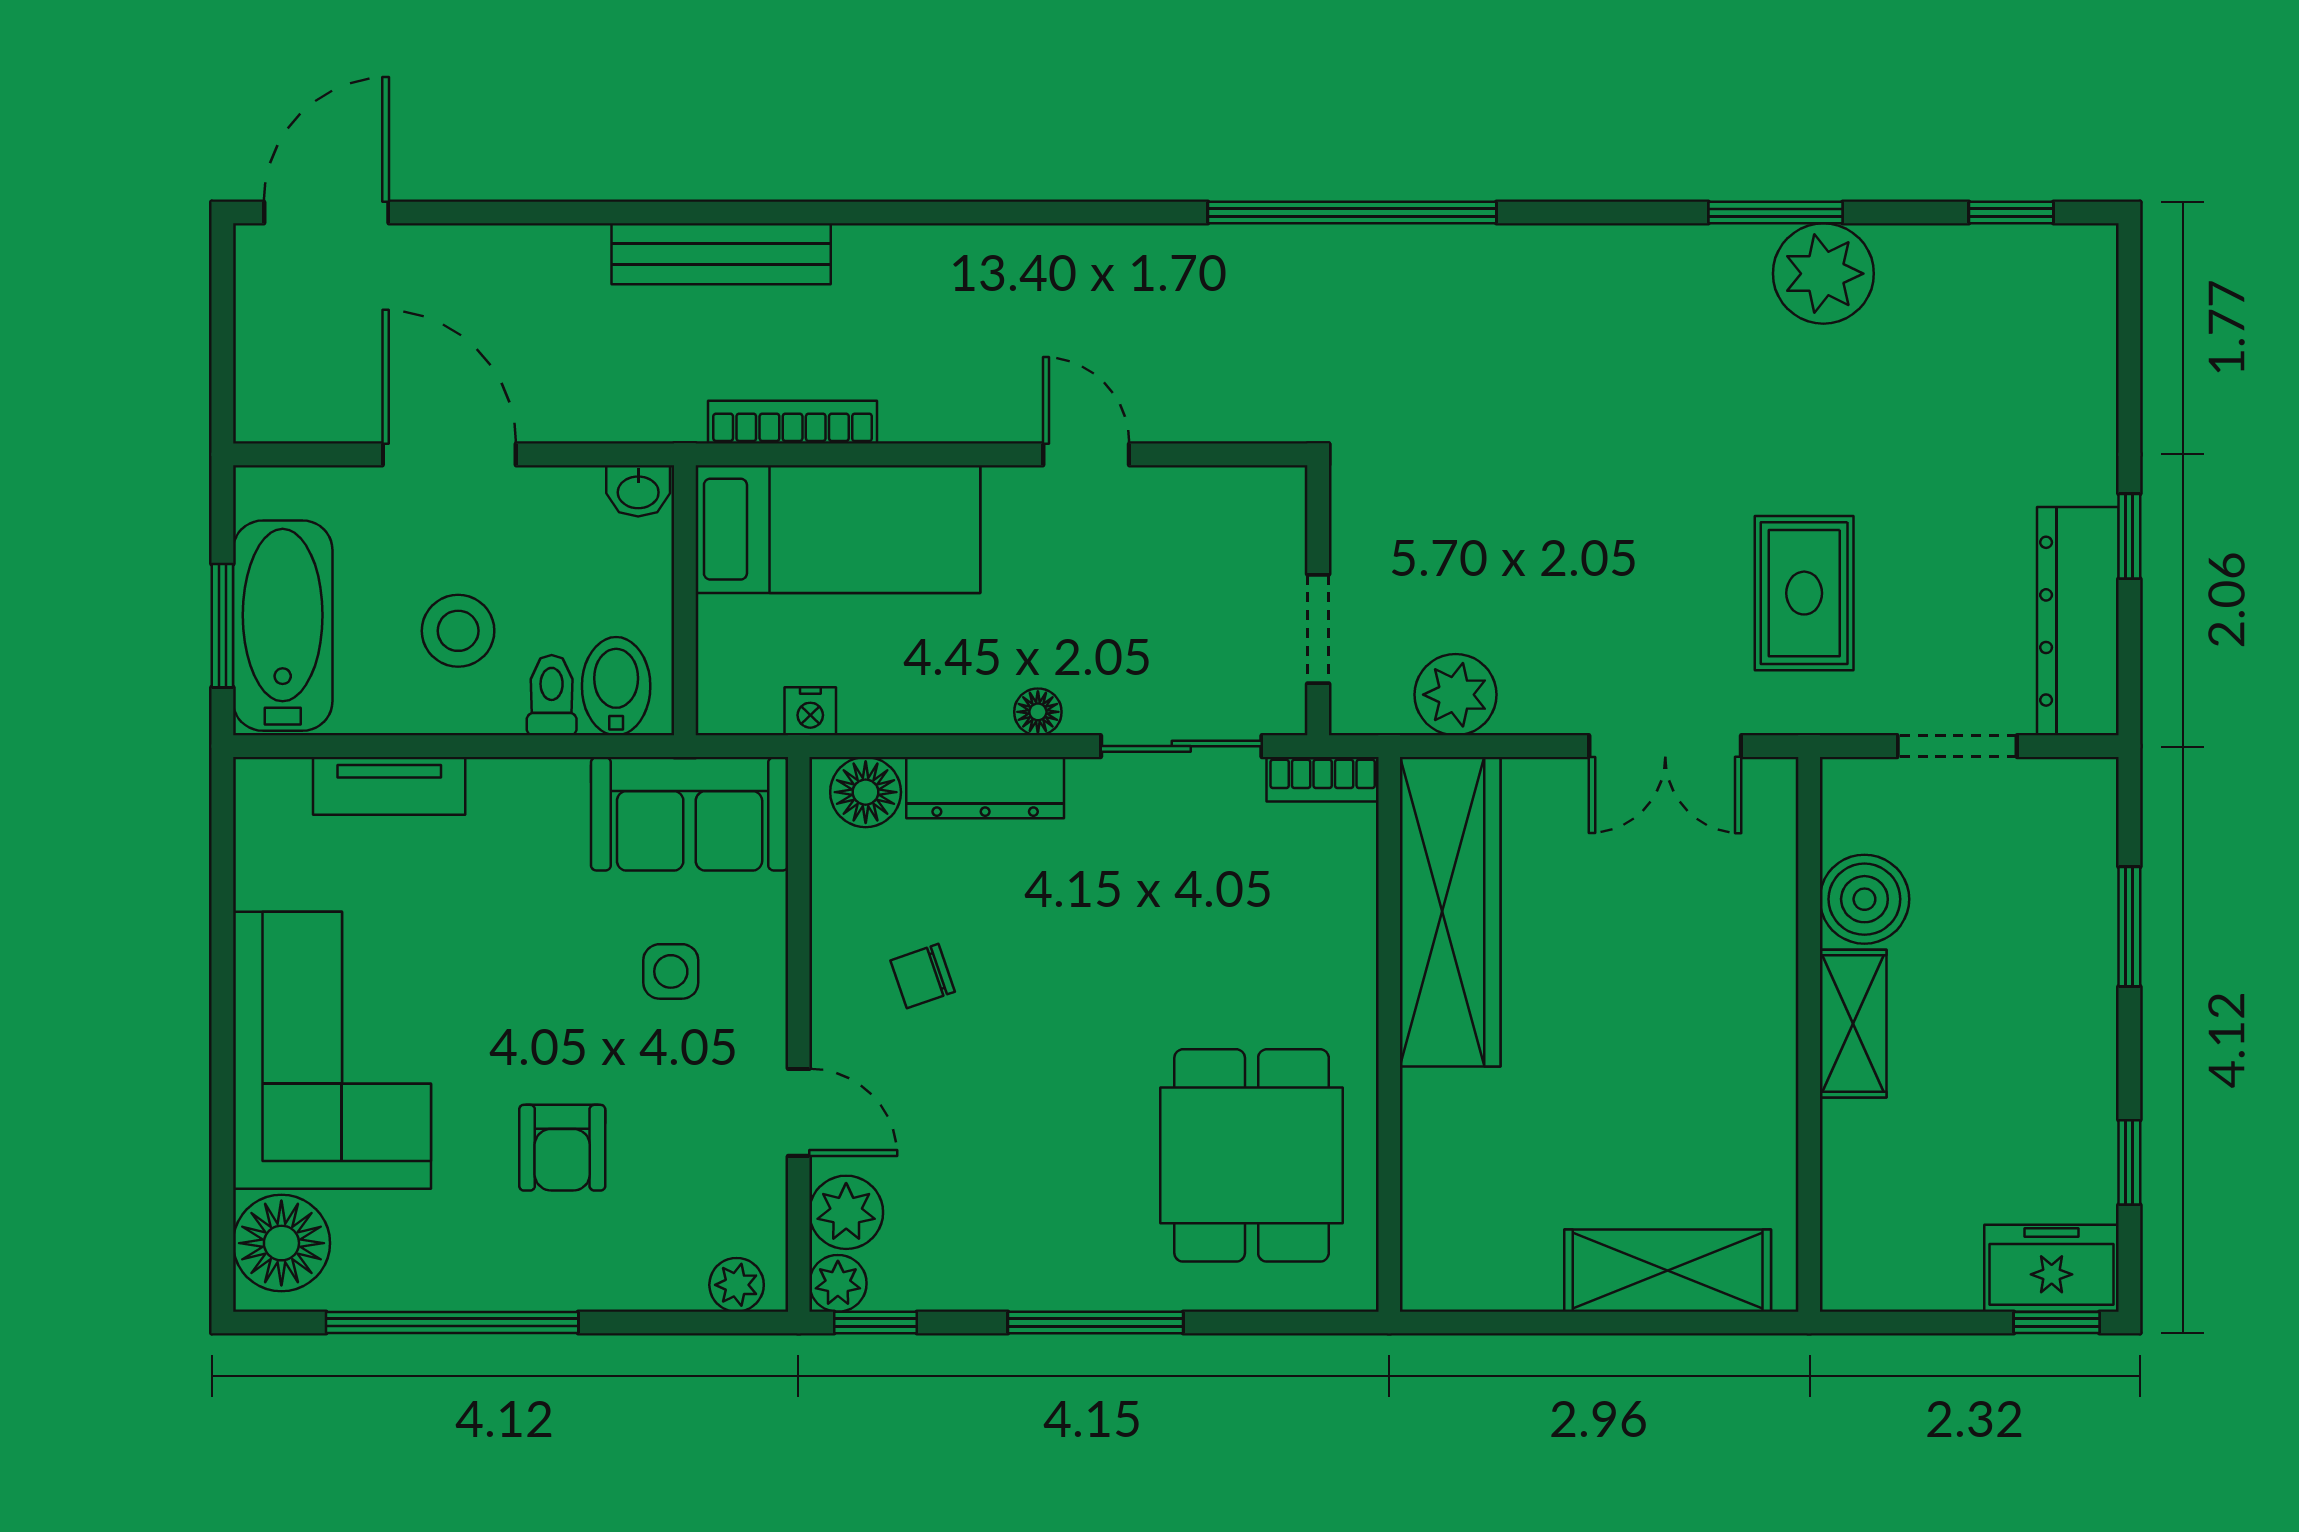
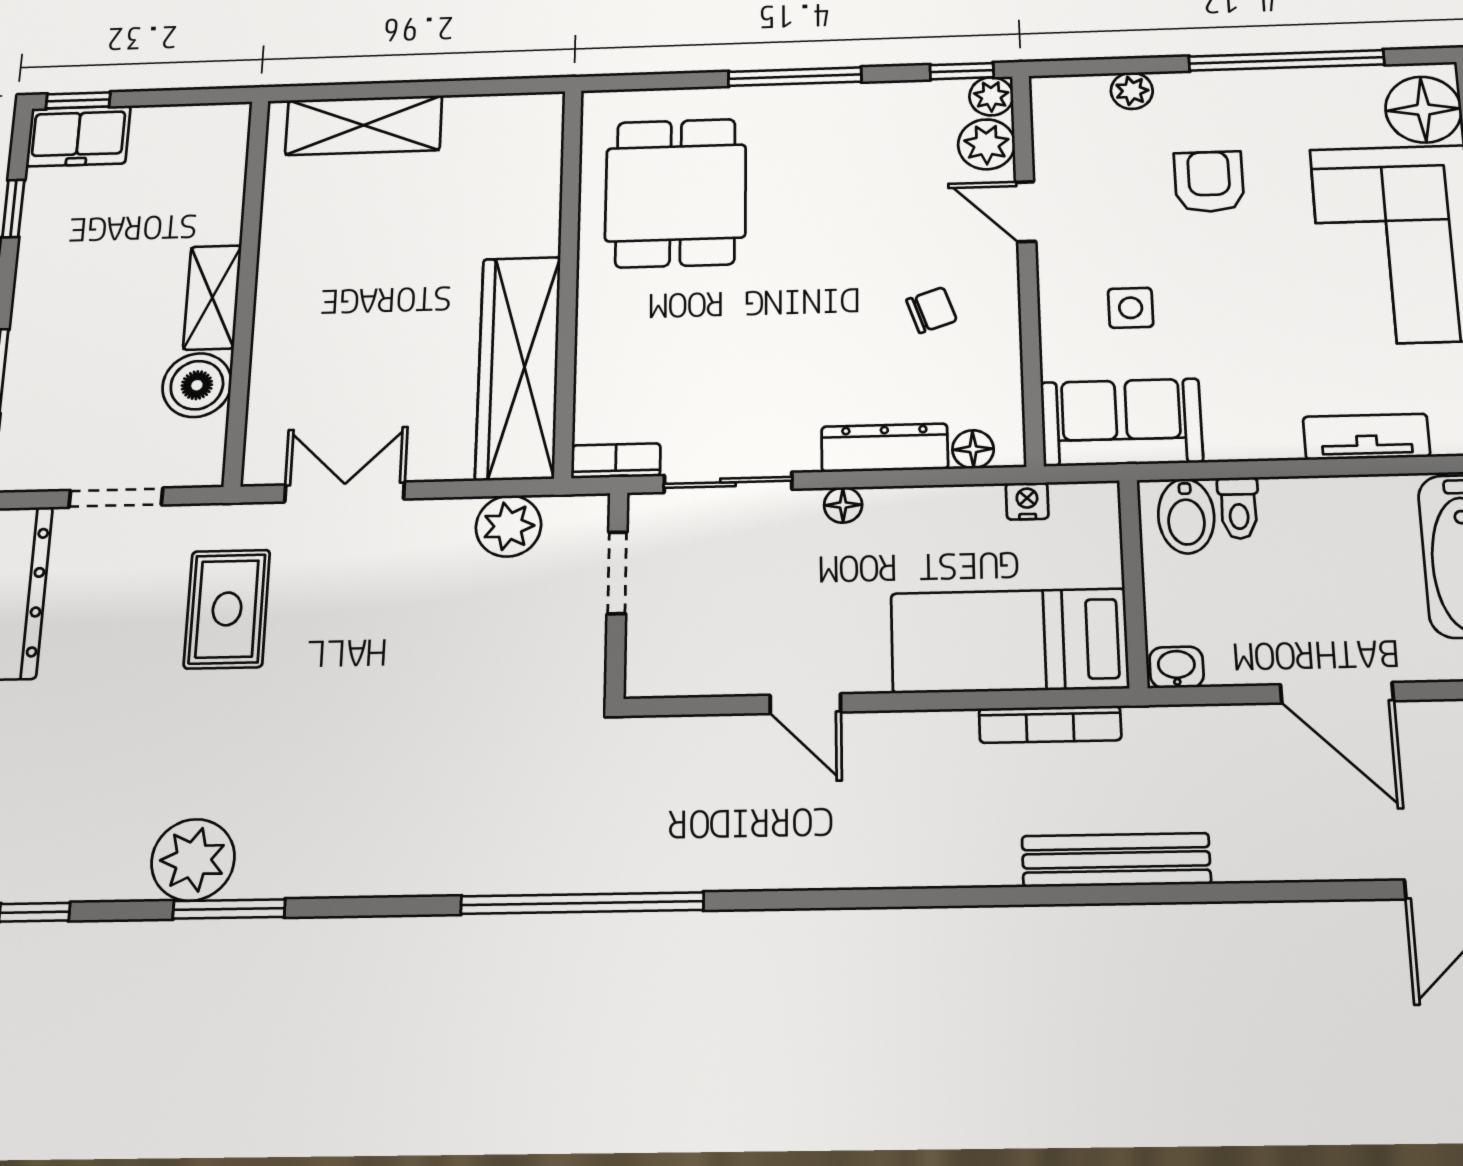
stool: (458, 631) -> (1319, 555), removed
floor lamp: (866, 792) -> (973, 449), width x0.73, depth x0.73
plant: (737, 1285) -> (1132, 91), moved

